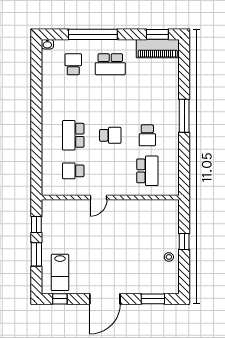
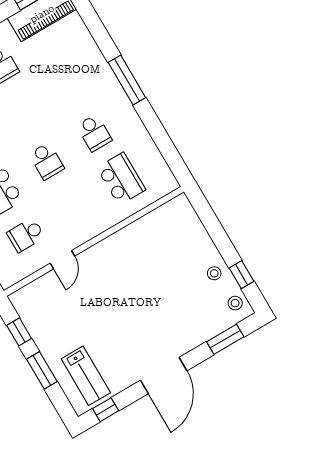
school desk: (110, 135) -> (47, 161), turned 90
door: (99, 198) -> (62, 260), moved
window: (184, 242) -> (241, 275), moved
stool: (171, 281) -> (235, 303), added

